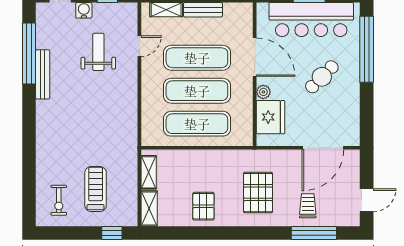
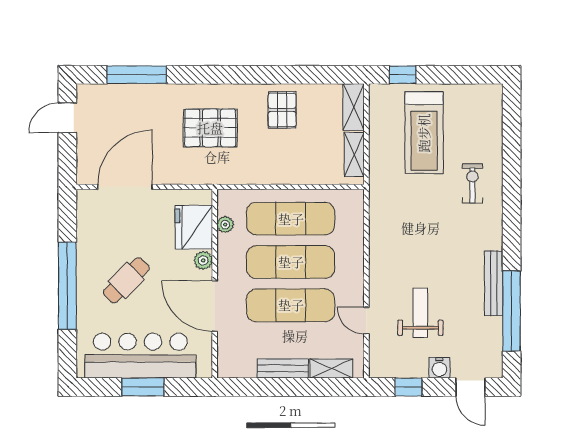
door: (139, 46) -> (366, 321), hinge flipped
window: (367, 49) -> (67, 286), moved
weight bench: (98, 52) -> (420, 313), turned 180
plant: (247, 119) -> (225, 225), added
treadmill: (96, 189) -> (424, 133), width x1.37, depth x1.38
pallet: (258, 193) -> (210, 128), turned 90
exercise bike: (59, 200) -> (472, 183), moved
trolley: (308, 206) -> (145, 111), removed

